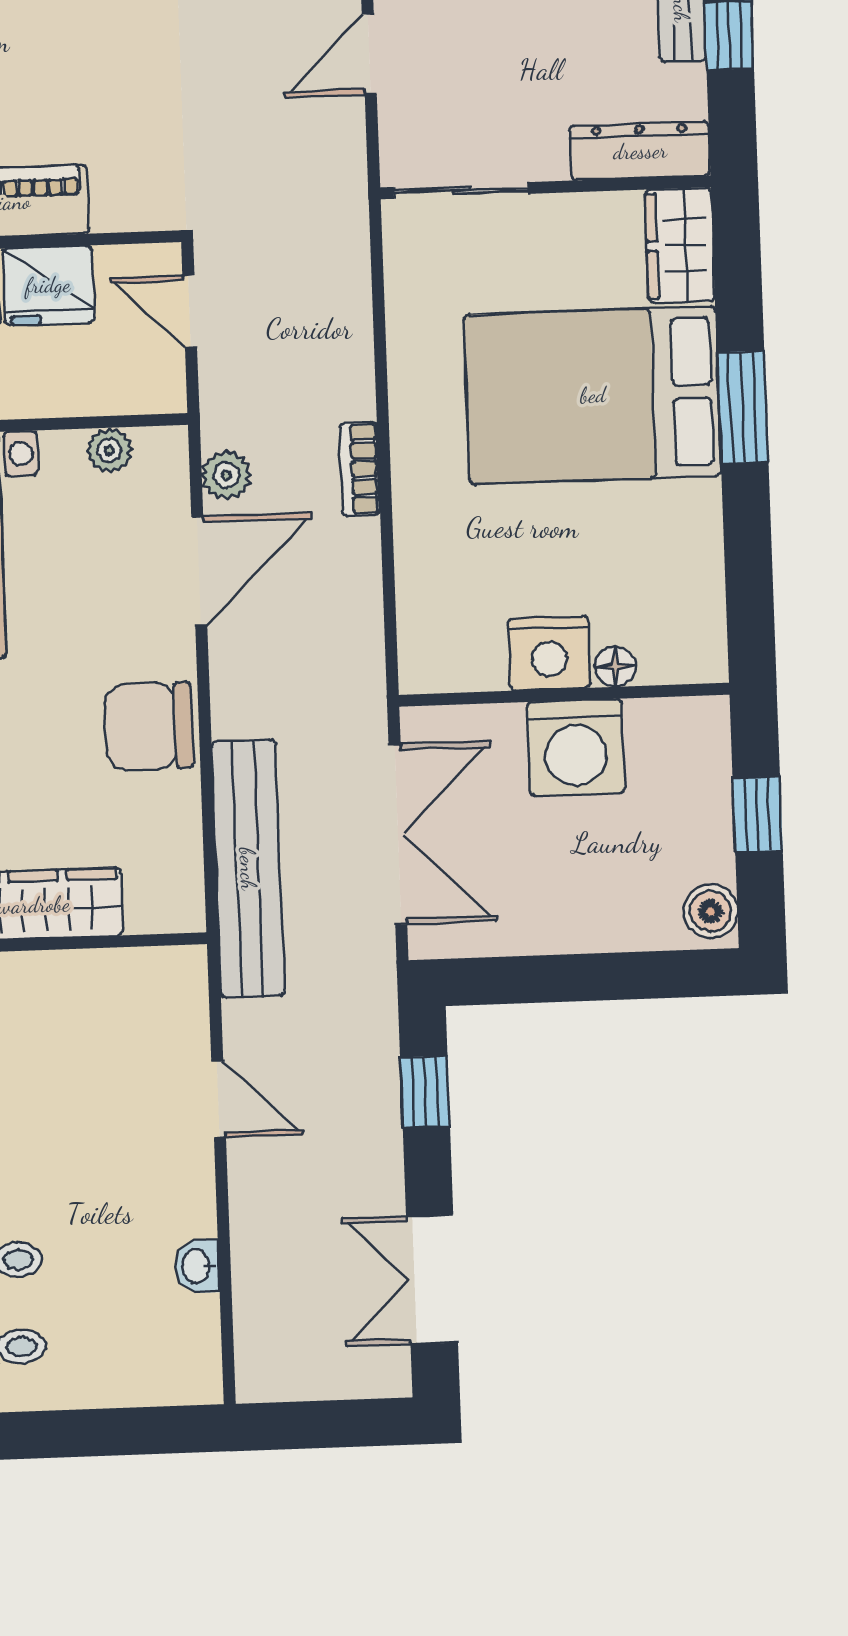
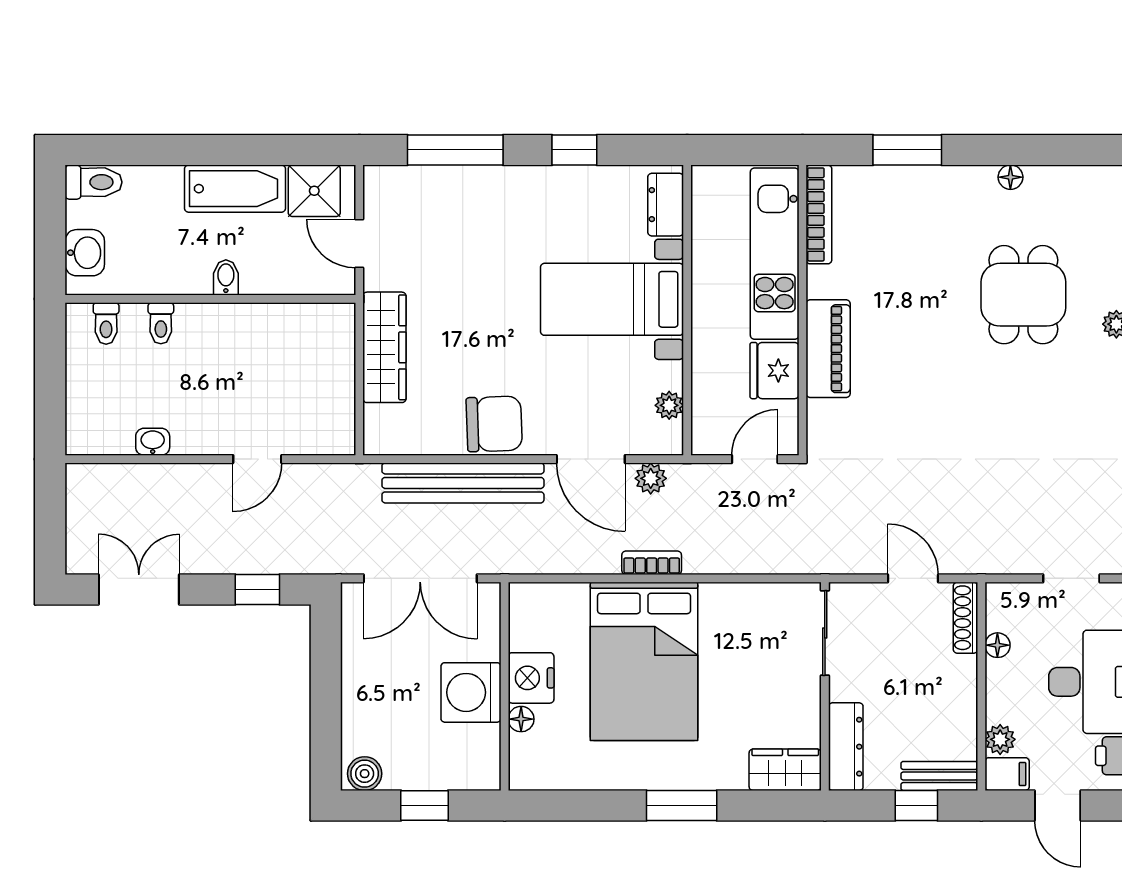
bed: (593, 395) -> (644, 661), moved, turned 180
chair: (149, 726) -> (494, 424), turned 88
bench: (248, 869) -> (463, 483), moved

